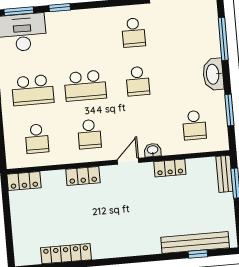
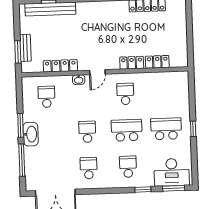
window: (229, 110) -> (21, 125), moved
school desk: (37, 139) -> (128, 167), moved
locker: (170, 168) -> (60, 66), width x1.53
bench: (224, 174) -> (25, 48), moved
locker: (24, 181) -> (157, 62), moved

